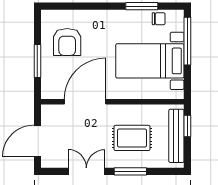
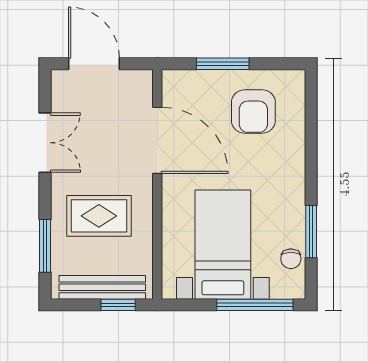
armchair: (67, 42) -> (253, 111), turned -90
rug: (132, 138) -> (99, 216), turned 90
window: (130, 171) -> (45, 246), moved

